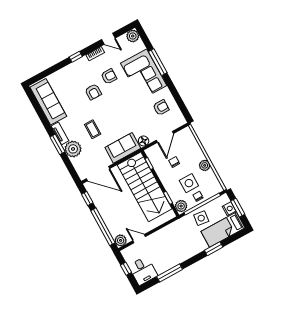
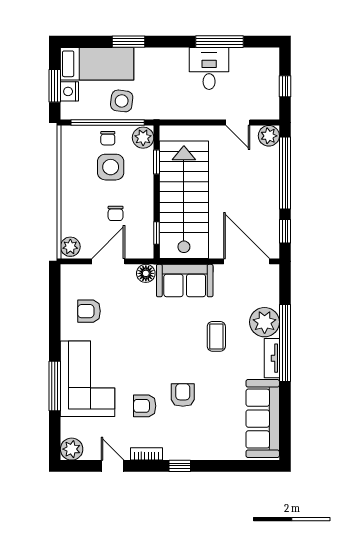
window: (58, 144) -> (285, 343), width x2.11
plant: (205, 165) -> (70, 247), moved
desk: (143, 271) -> (209, 68), moved

